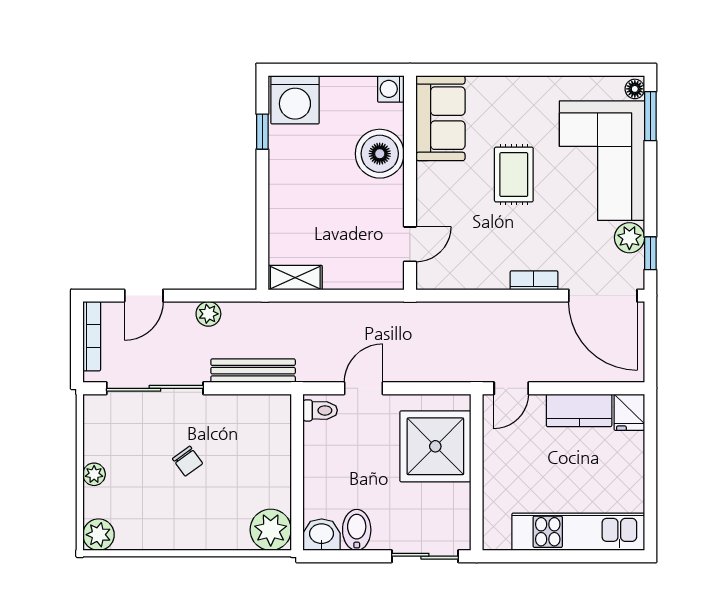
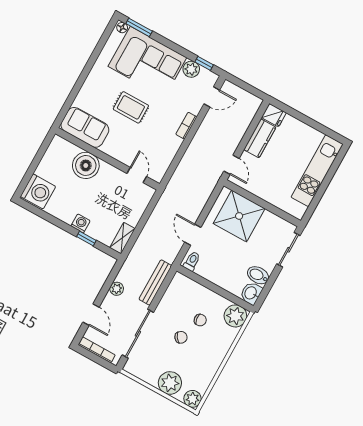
washing machine: (391, 89) -> (80, 223), moved, turned 180
window: (262, 132) -> (86, 239), moved
door: (603, 296) -> (212, 97), width x0.53
plant: (94, 474) -> (170, 383), width x1.88, depth x1.88
chair: (233, 477) -> (200, 320), added

